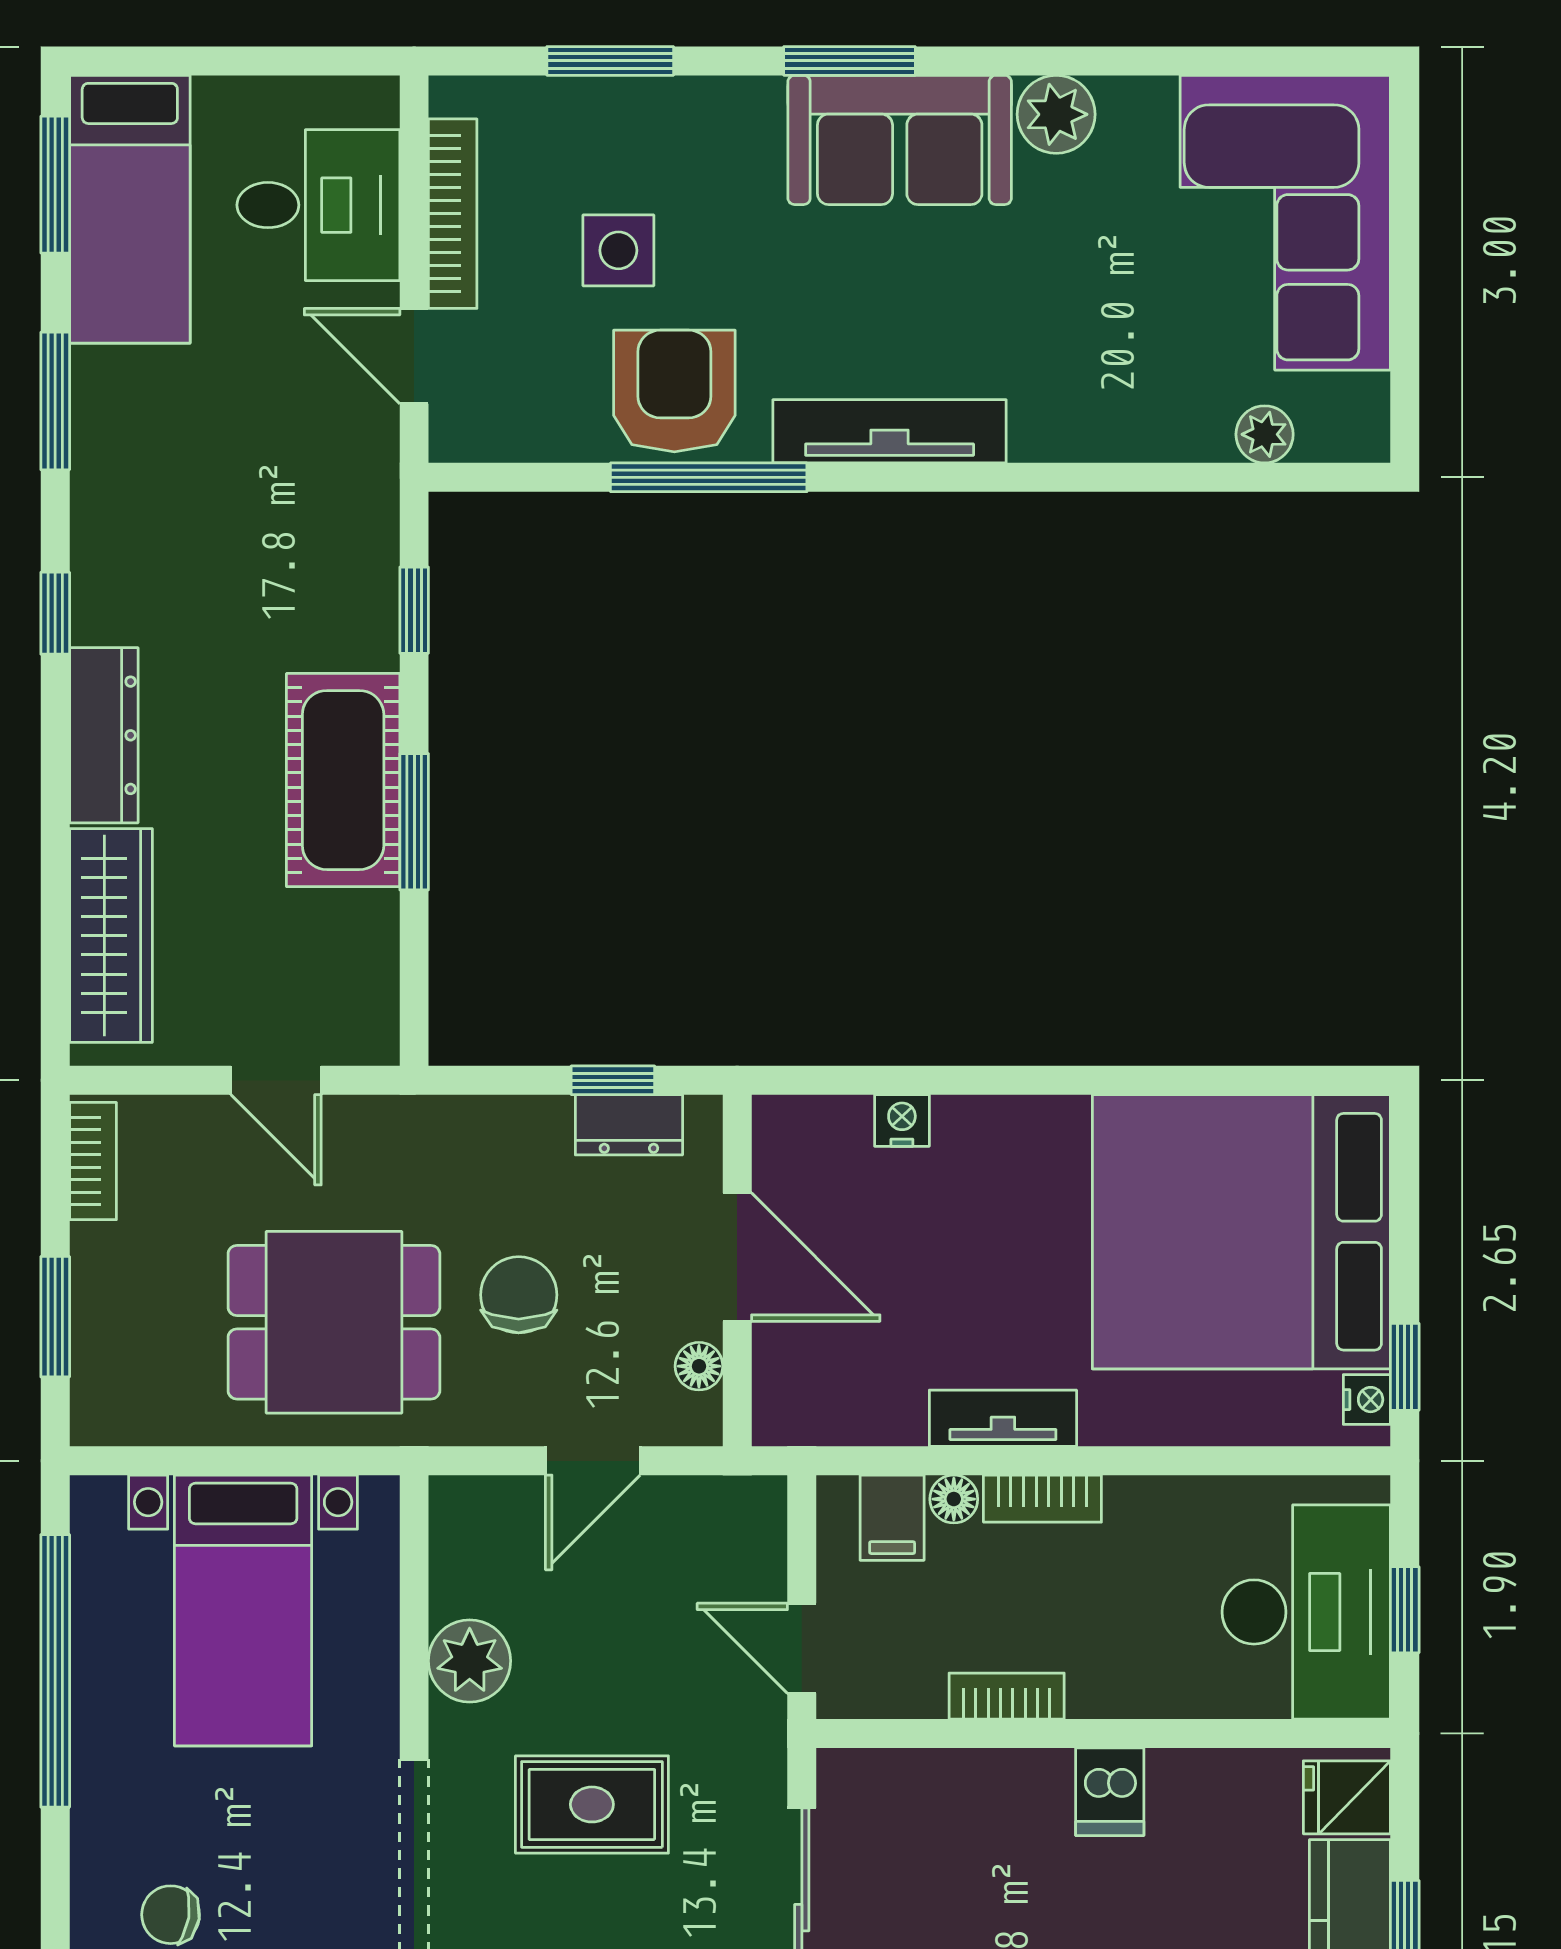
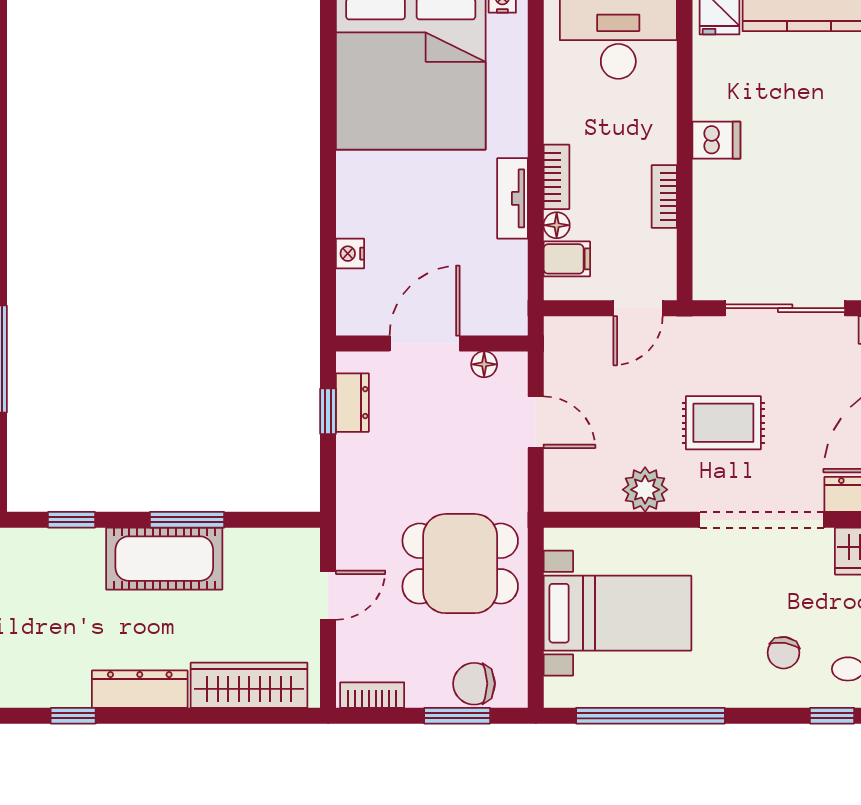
chair: (519, 1295) -> (474, 684), moved
dining table: (334, 1322) -> (460, 564), turned 90
rug: (592, 1804) -> (723, 423), turned 90

